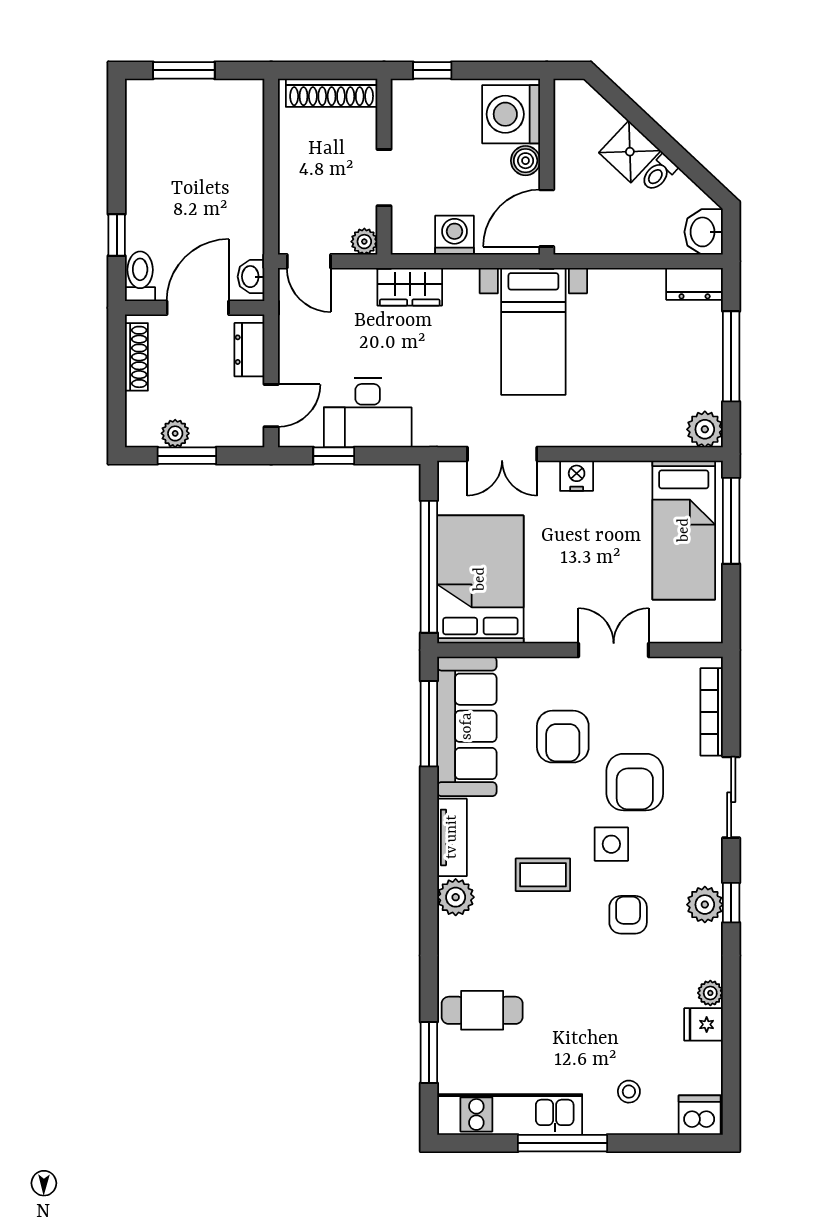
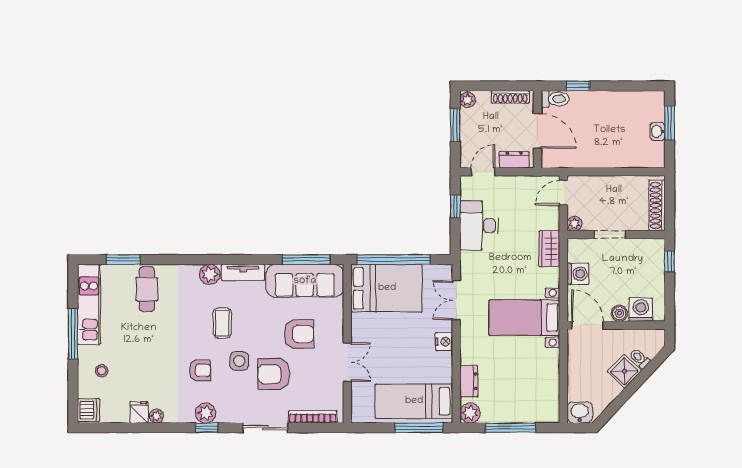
washing machine: (511, 114) -> (641, 310), width x0.73, depth x0.73
toilet: (659, 173) -> (640, 358), moved
washbasin: (251, 277) -> (658, 131), moved, turned -90
dresser: (695, 284) -> (469, 381), moved, turned 180
door: (271, 406) -> (483, 172), swing flipped
plant: (175, 433) -> (468, 100), moved
armchair: (563, 737) -> (299, 334), turned 180

